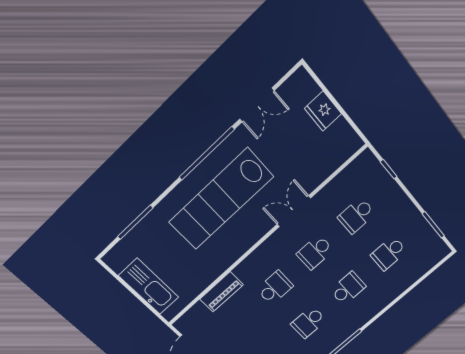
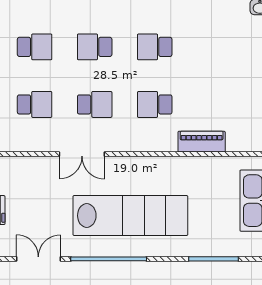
school desk: (308, 322) -> (155, 47), turned 180

